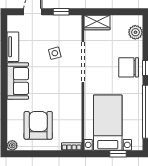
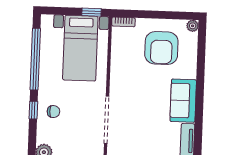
side table: (55, 53) -> (139, 131), removed
chair: (129, 67) -> (53, 112), width x0.54, depth x0.54
window: (118, 154) -> (92, 12), moved

